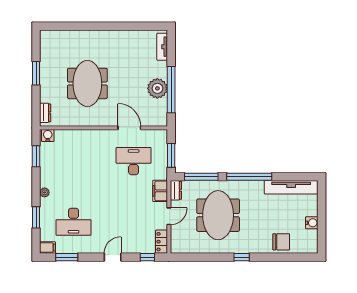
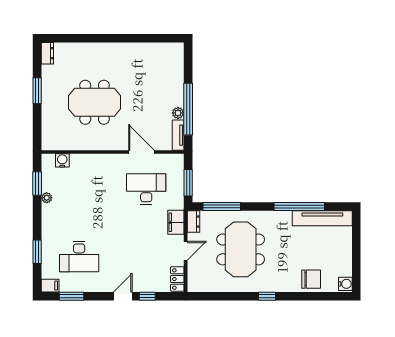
tv unit: (162, 47) -> (178, 135), moved
meeting table: (87, 83) -> (95, 102), turned 90
plant: (157, 88) -> (178, 113), width x0.53, depth x0.53
dresser: (45, 113) -> (47, 53), moved
water cooler: (48, 136) -> (62, 160), moved
window: (249, 177) -> (299, 206), moved
plant: (45, 192) -> (47, 198), moved
water cooler: (312, 223) -> (345, 284), moved
window: (147, 257) -> (147, 296), moved

